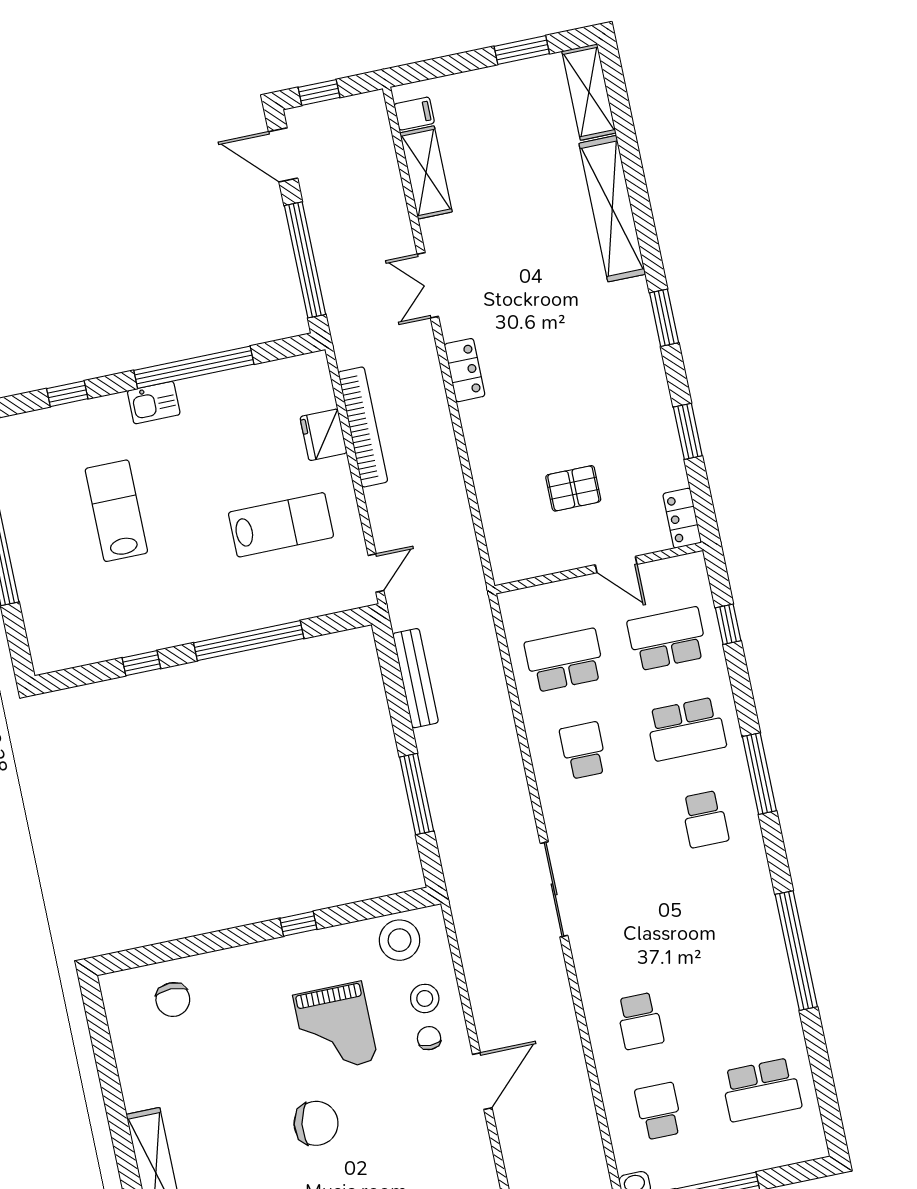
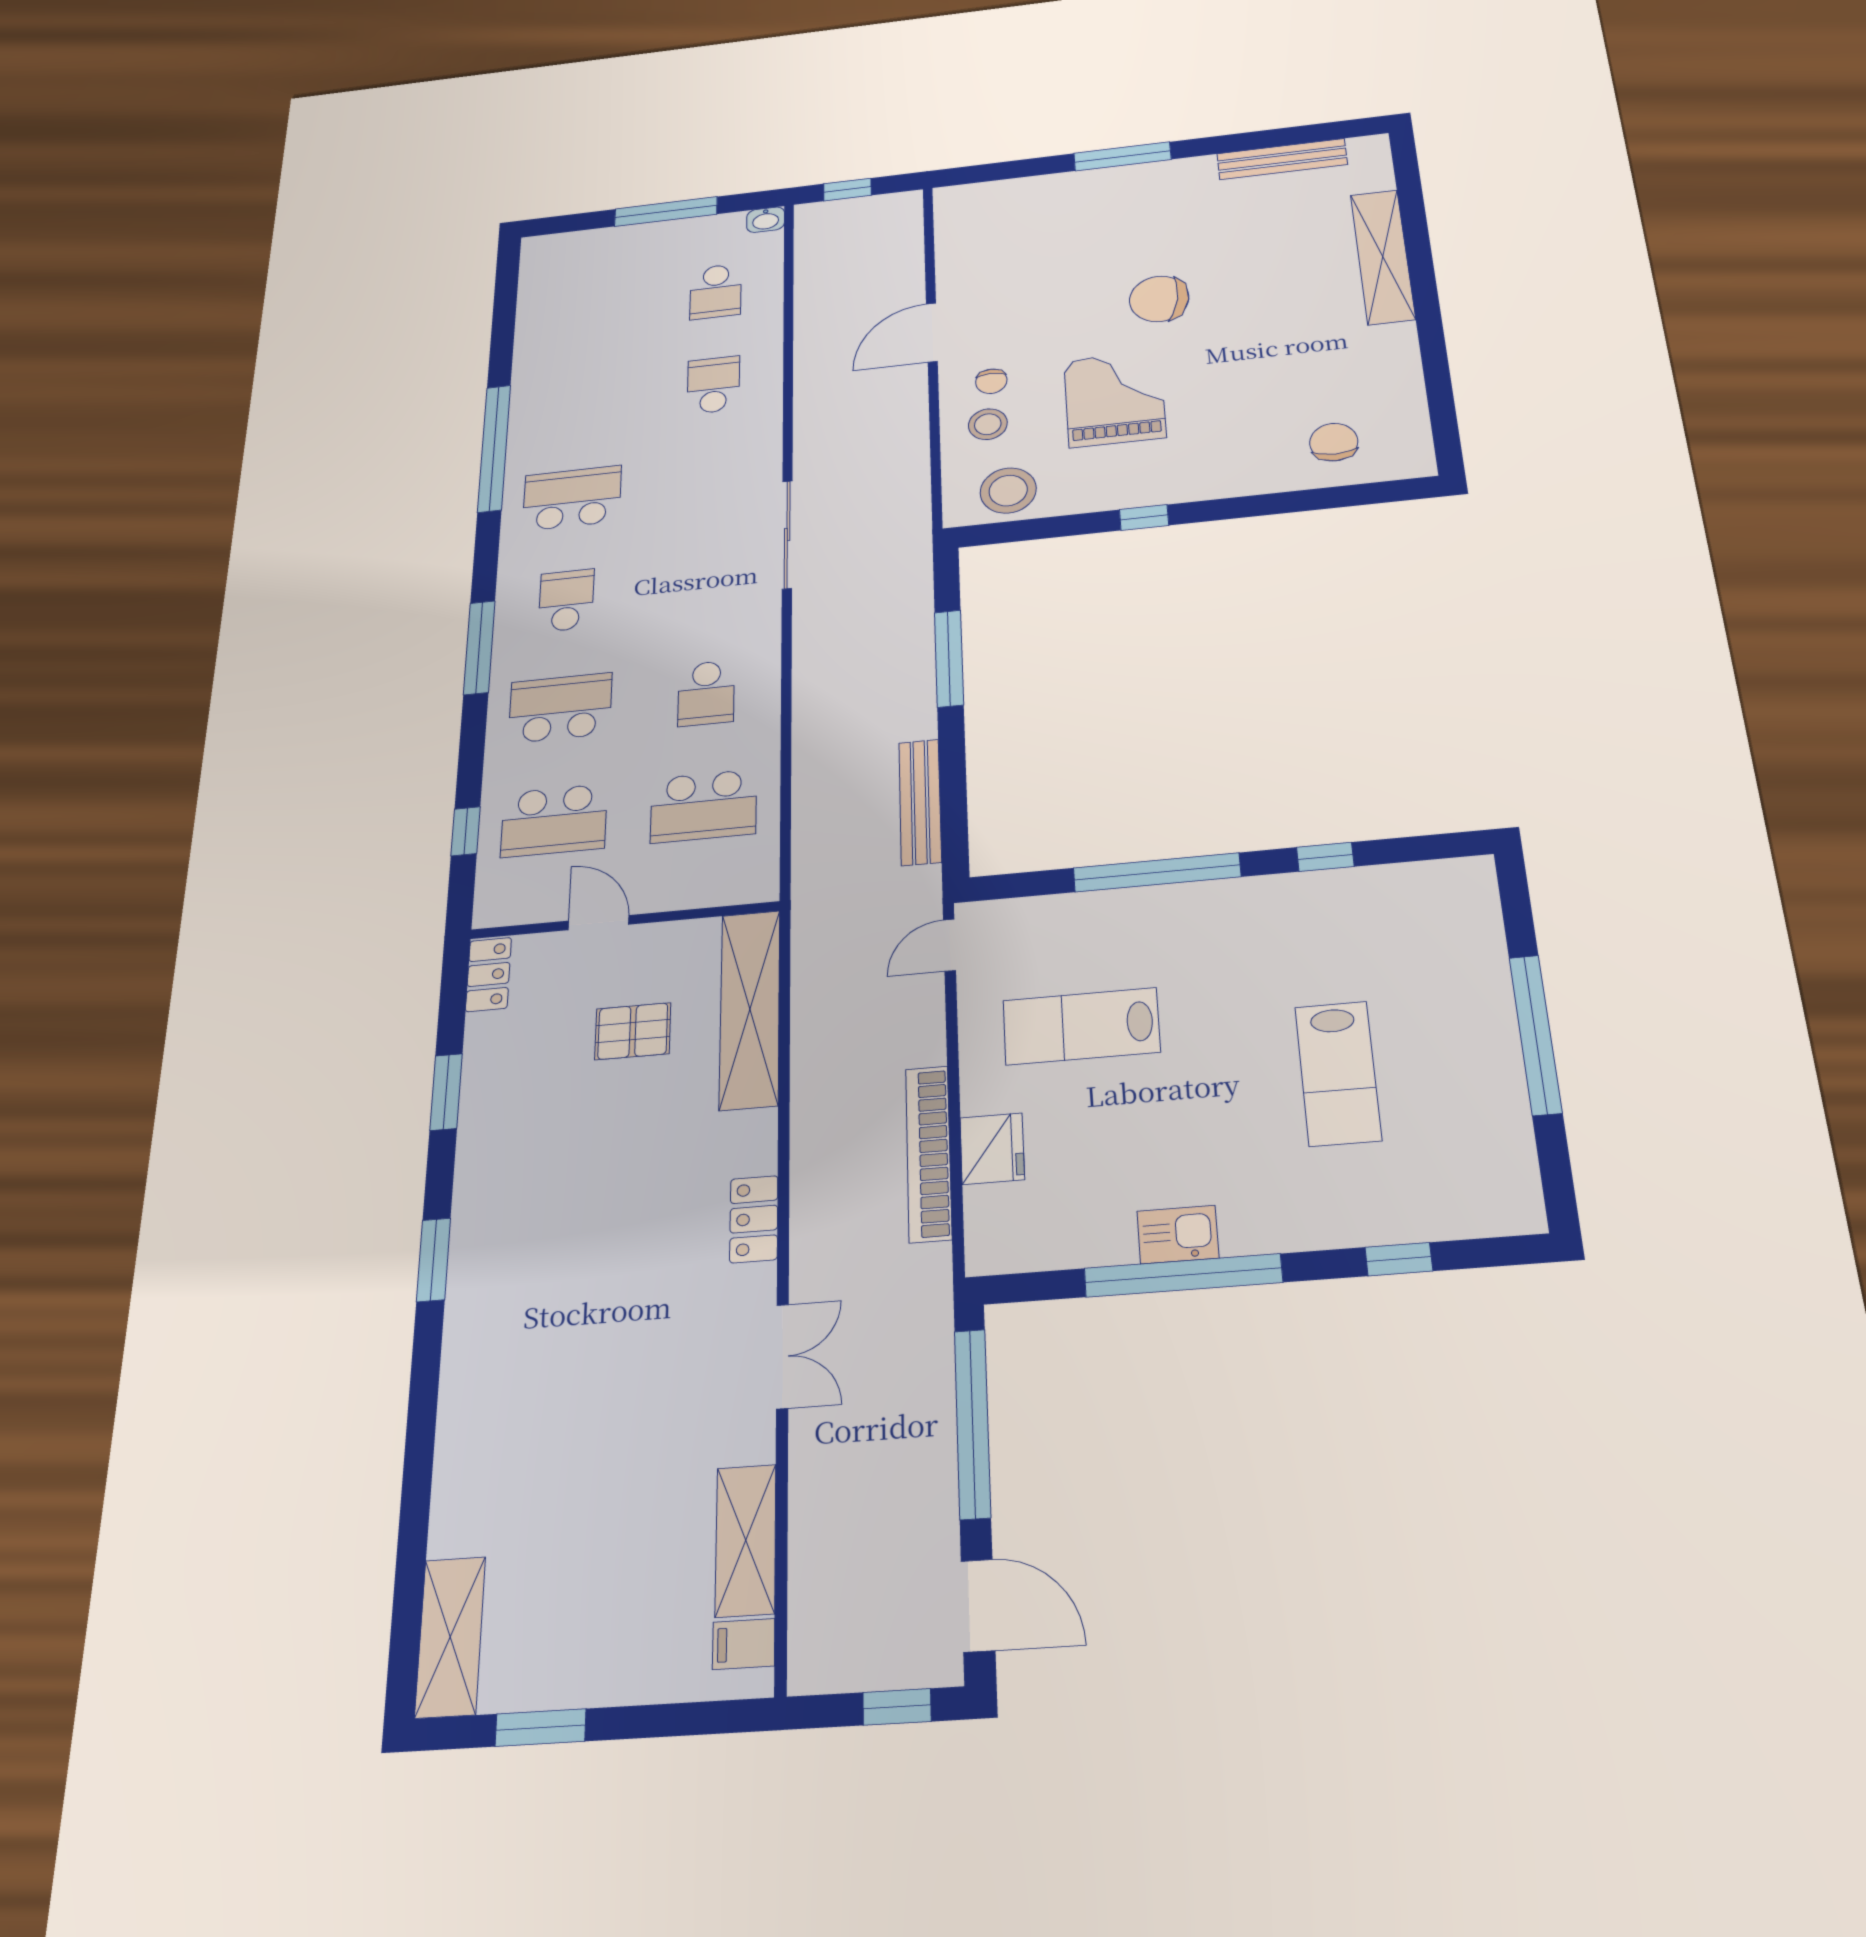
shelving: (612, 209) -> (750, 1009), moved
kitchen sink: (154, 403) -> (1178, 1235), moved
school desk: (761, 1090) -> (572, 498), moved

